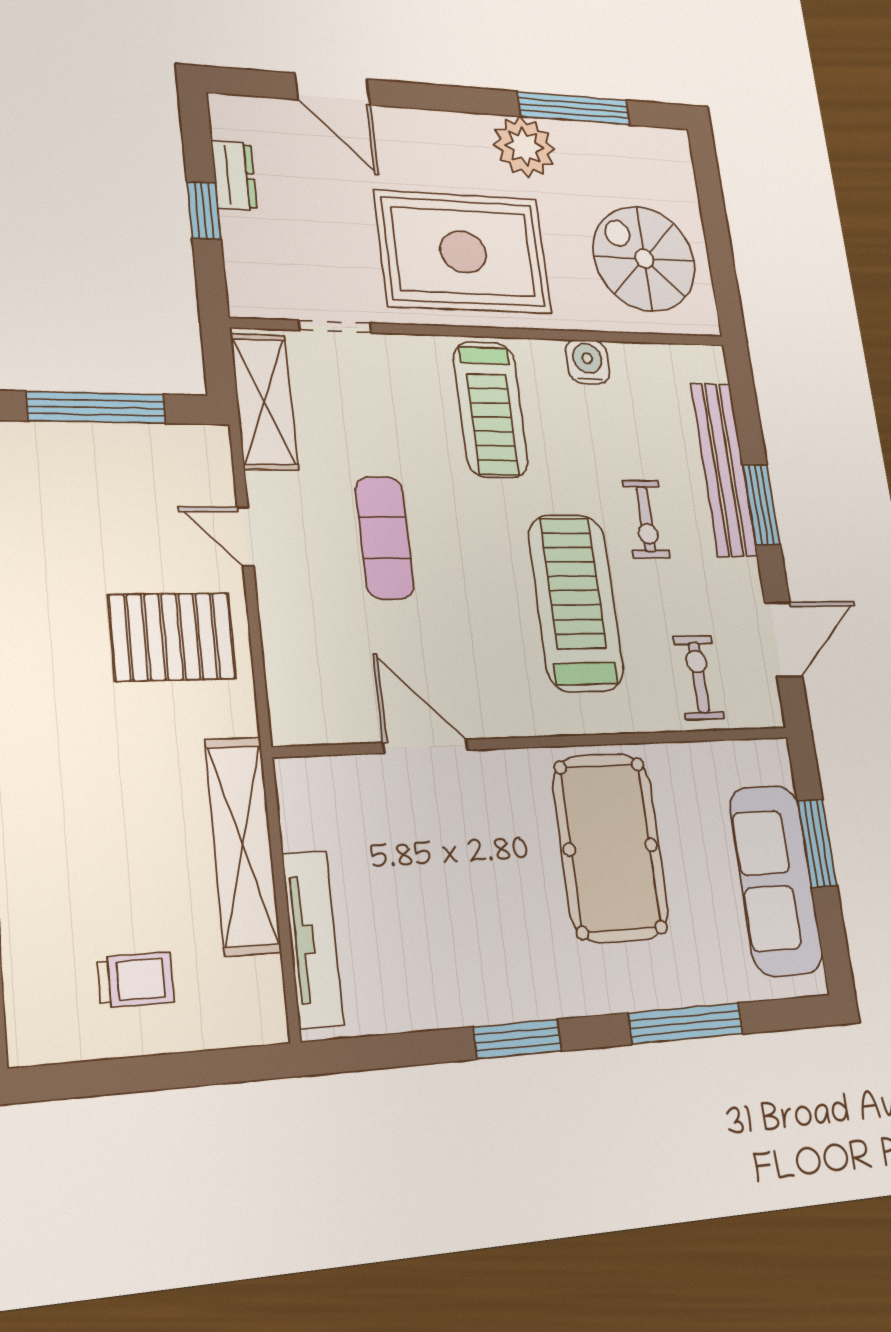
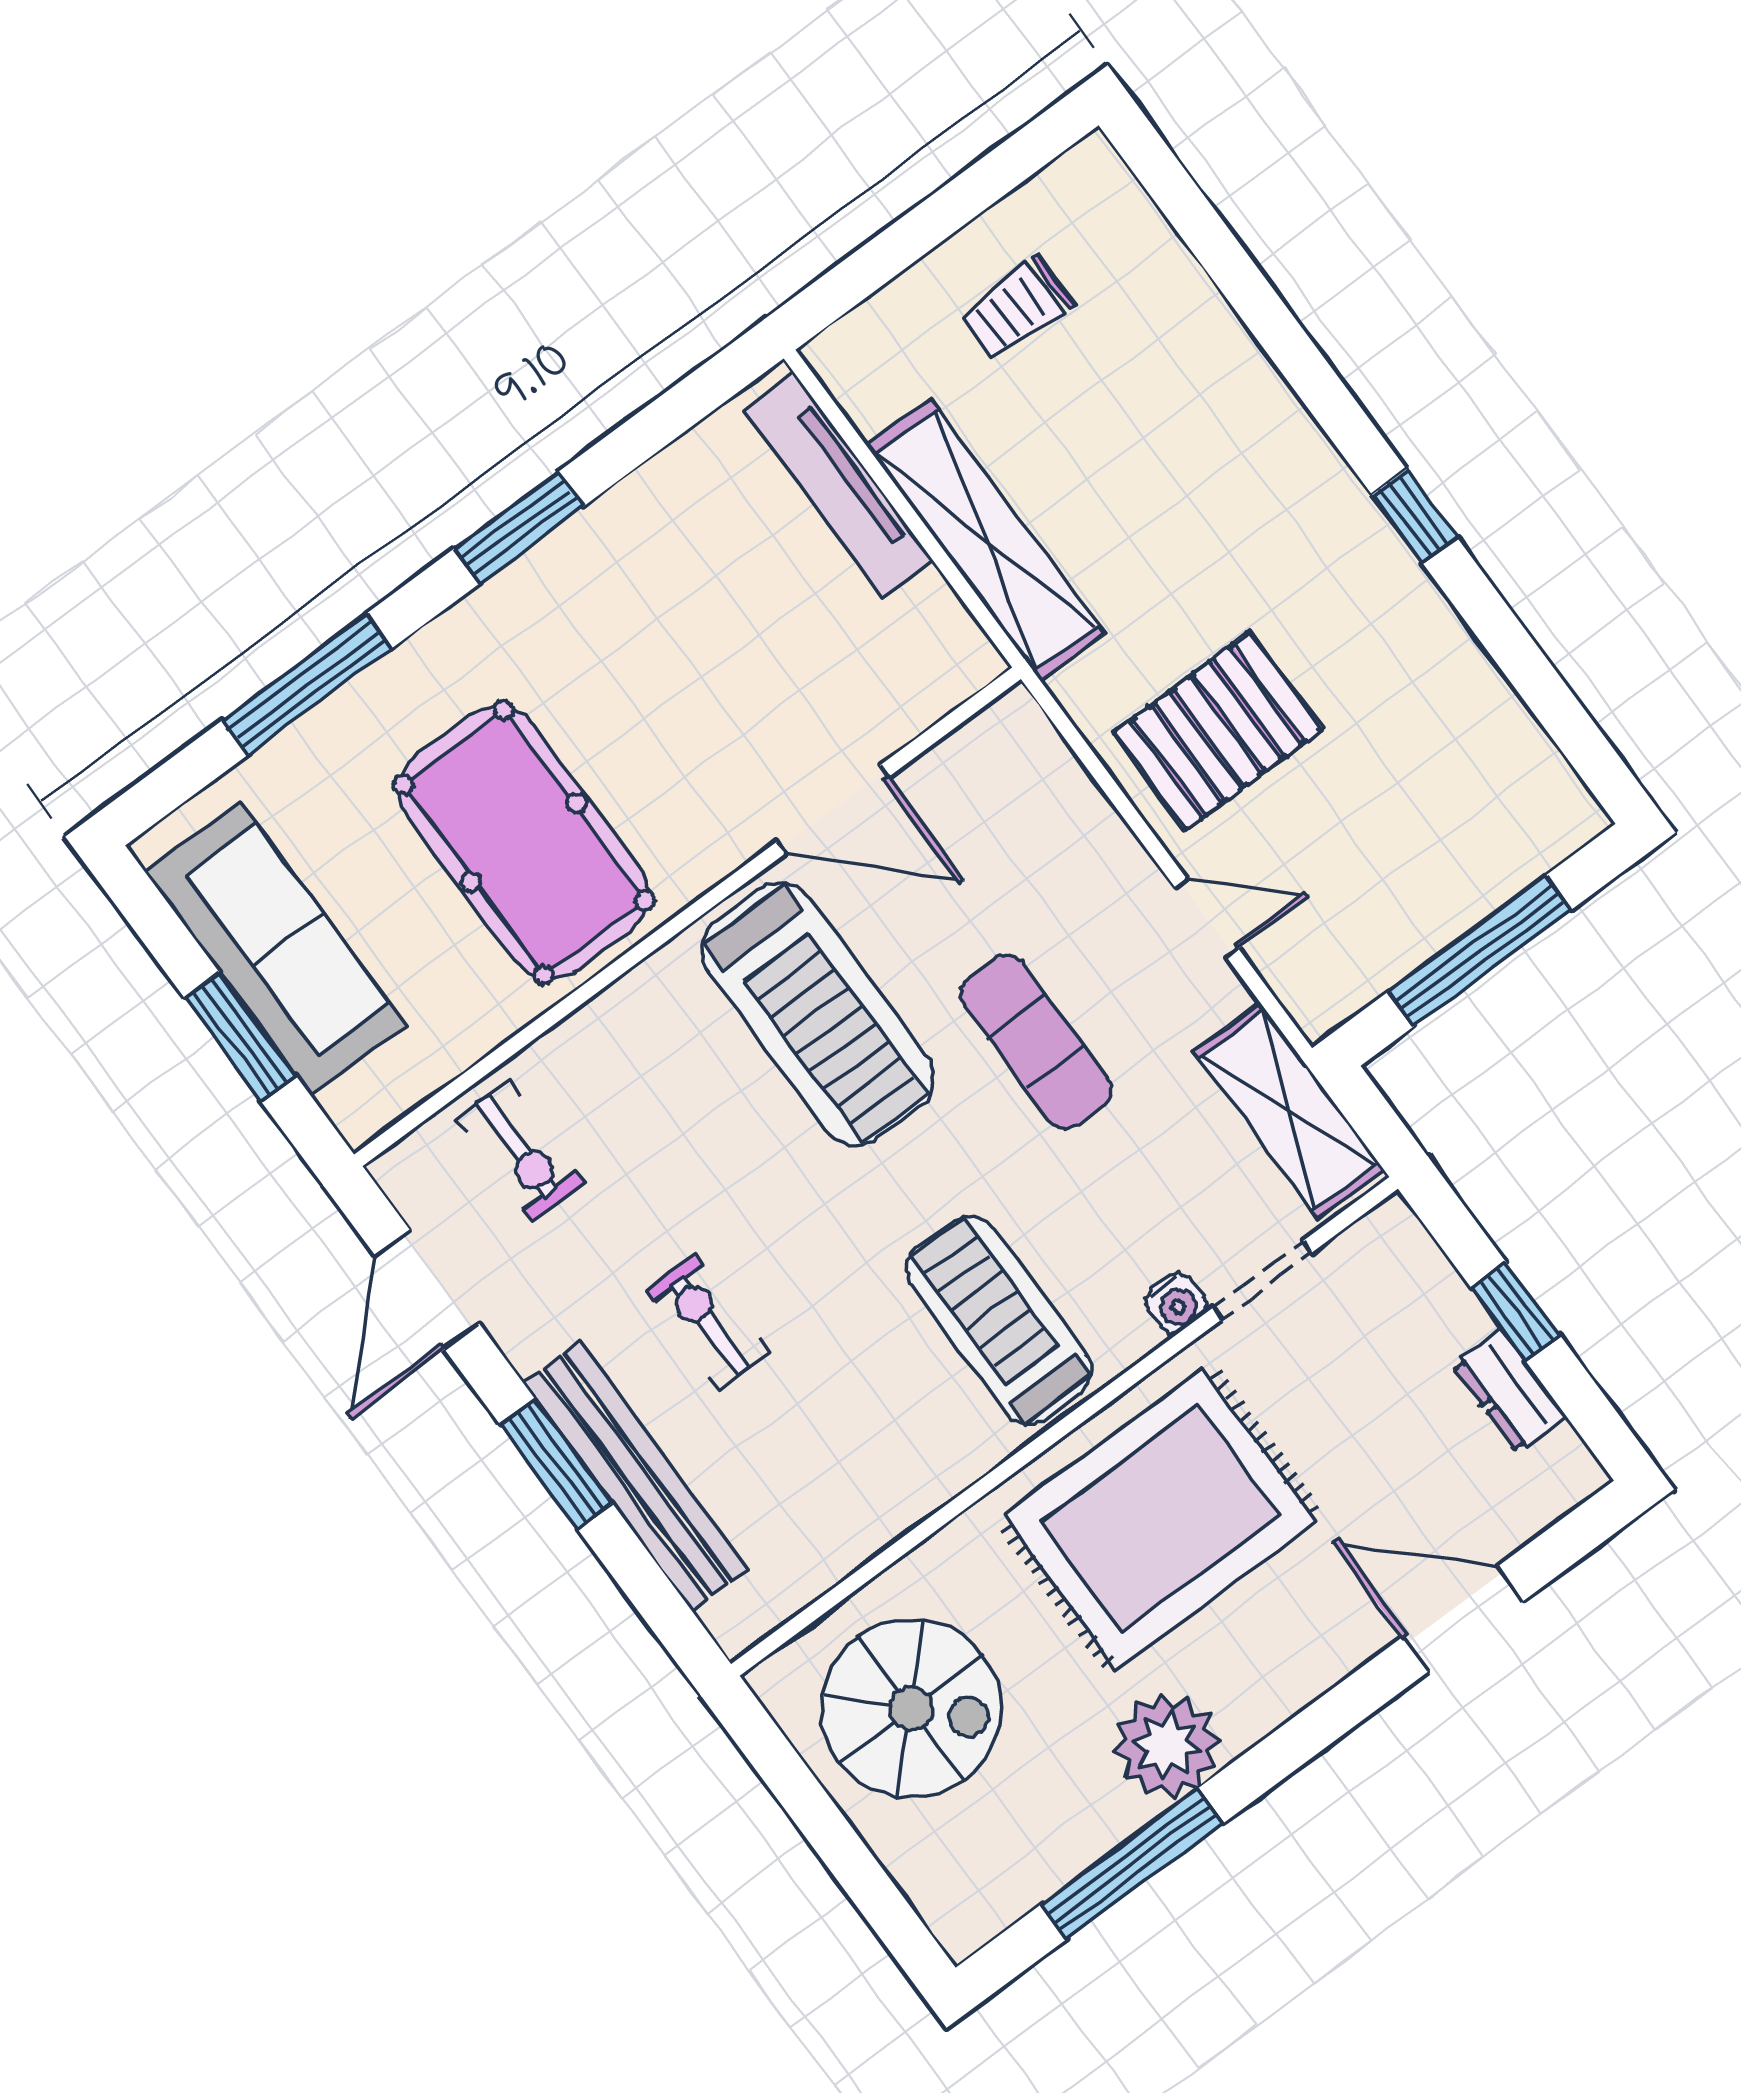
water cooler: (588, 362) -> (1176, 1303), moved, width x0.72, depth x0.72
treadmill: (576, 603) -> (818, 1014), moved

